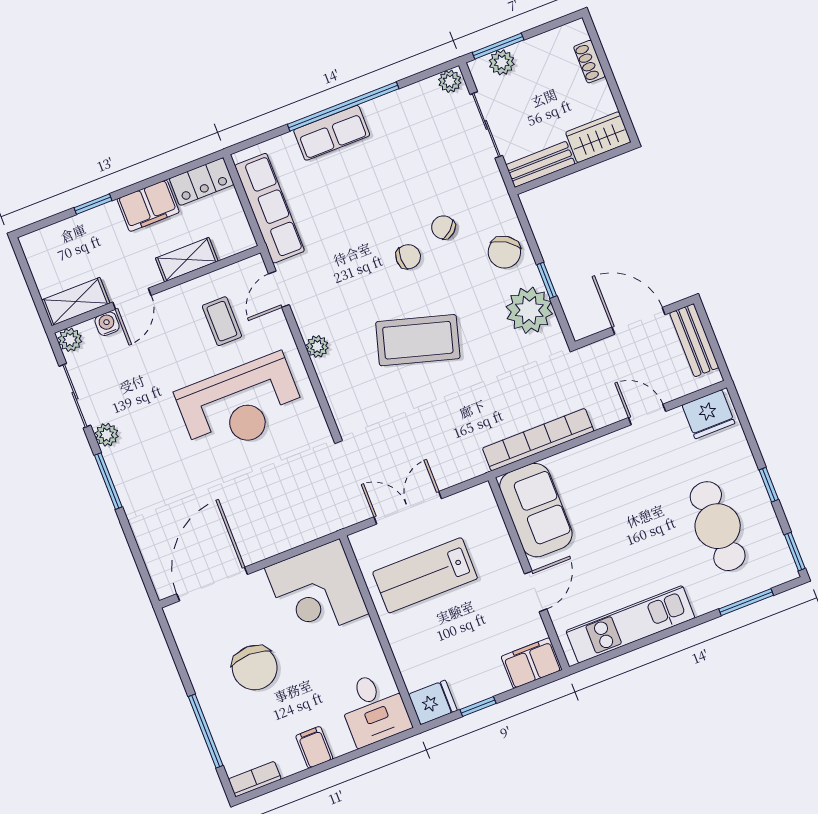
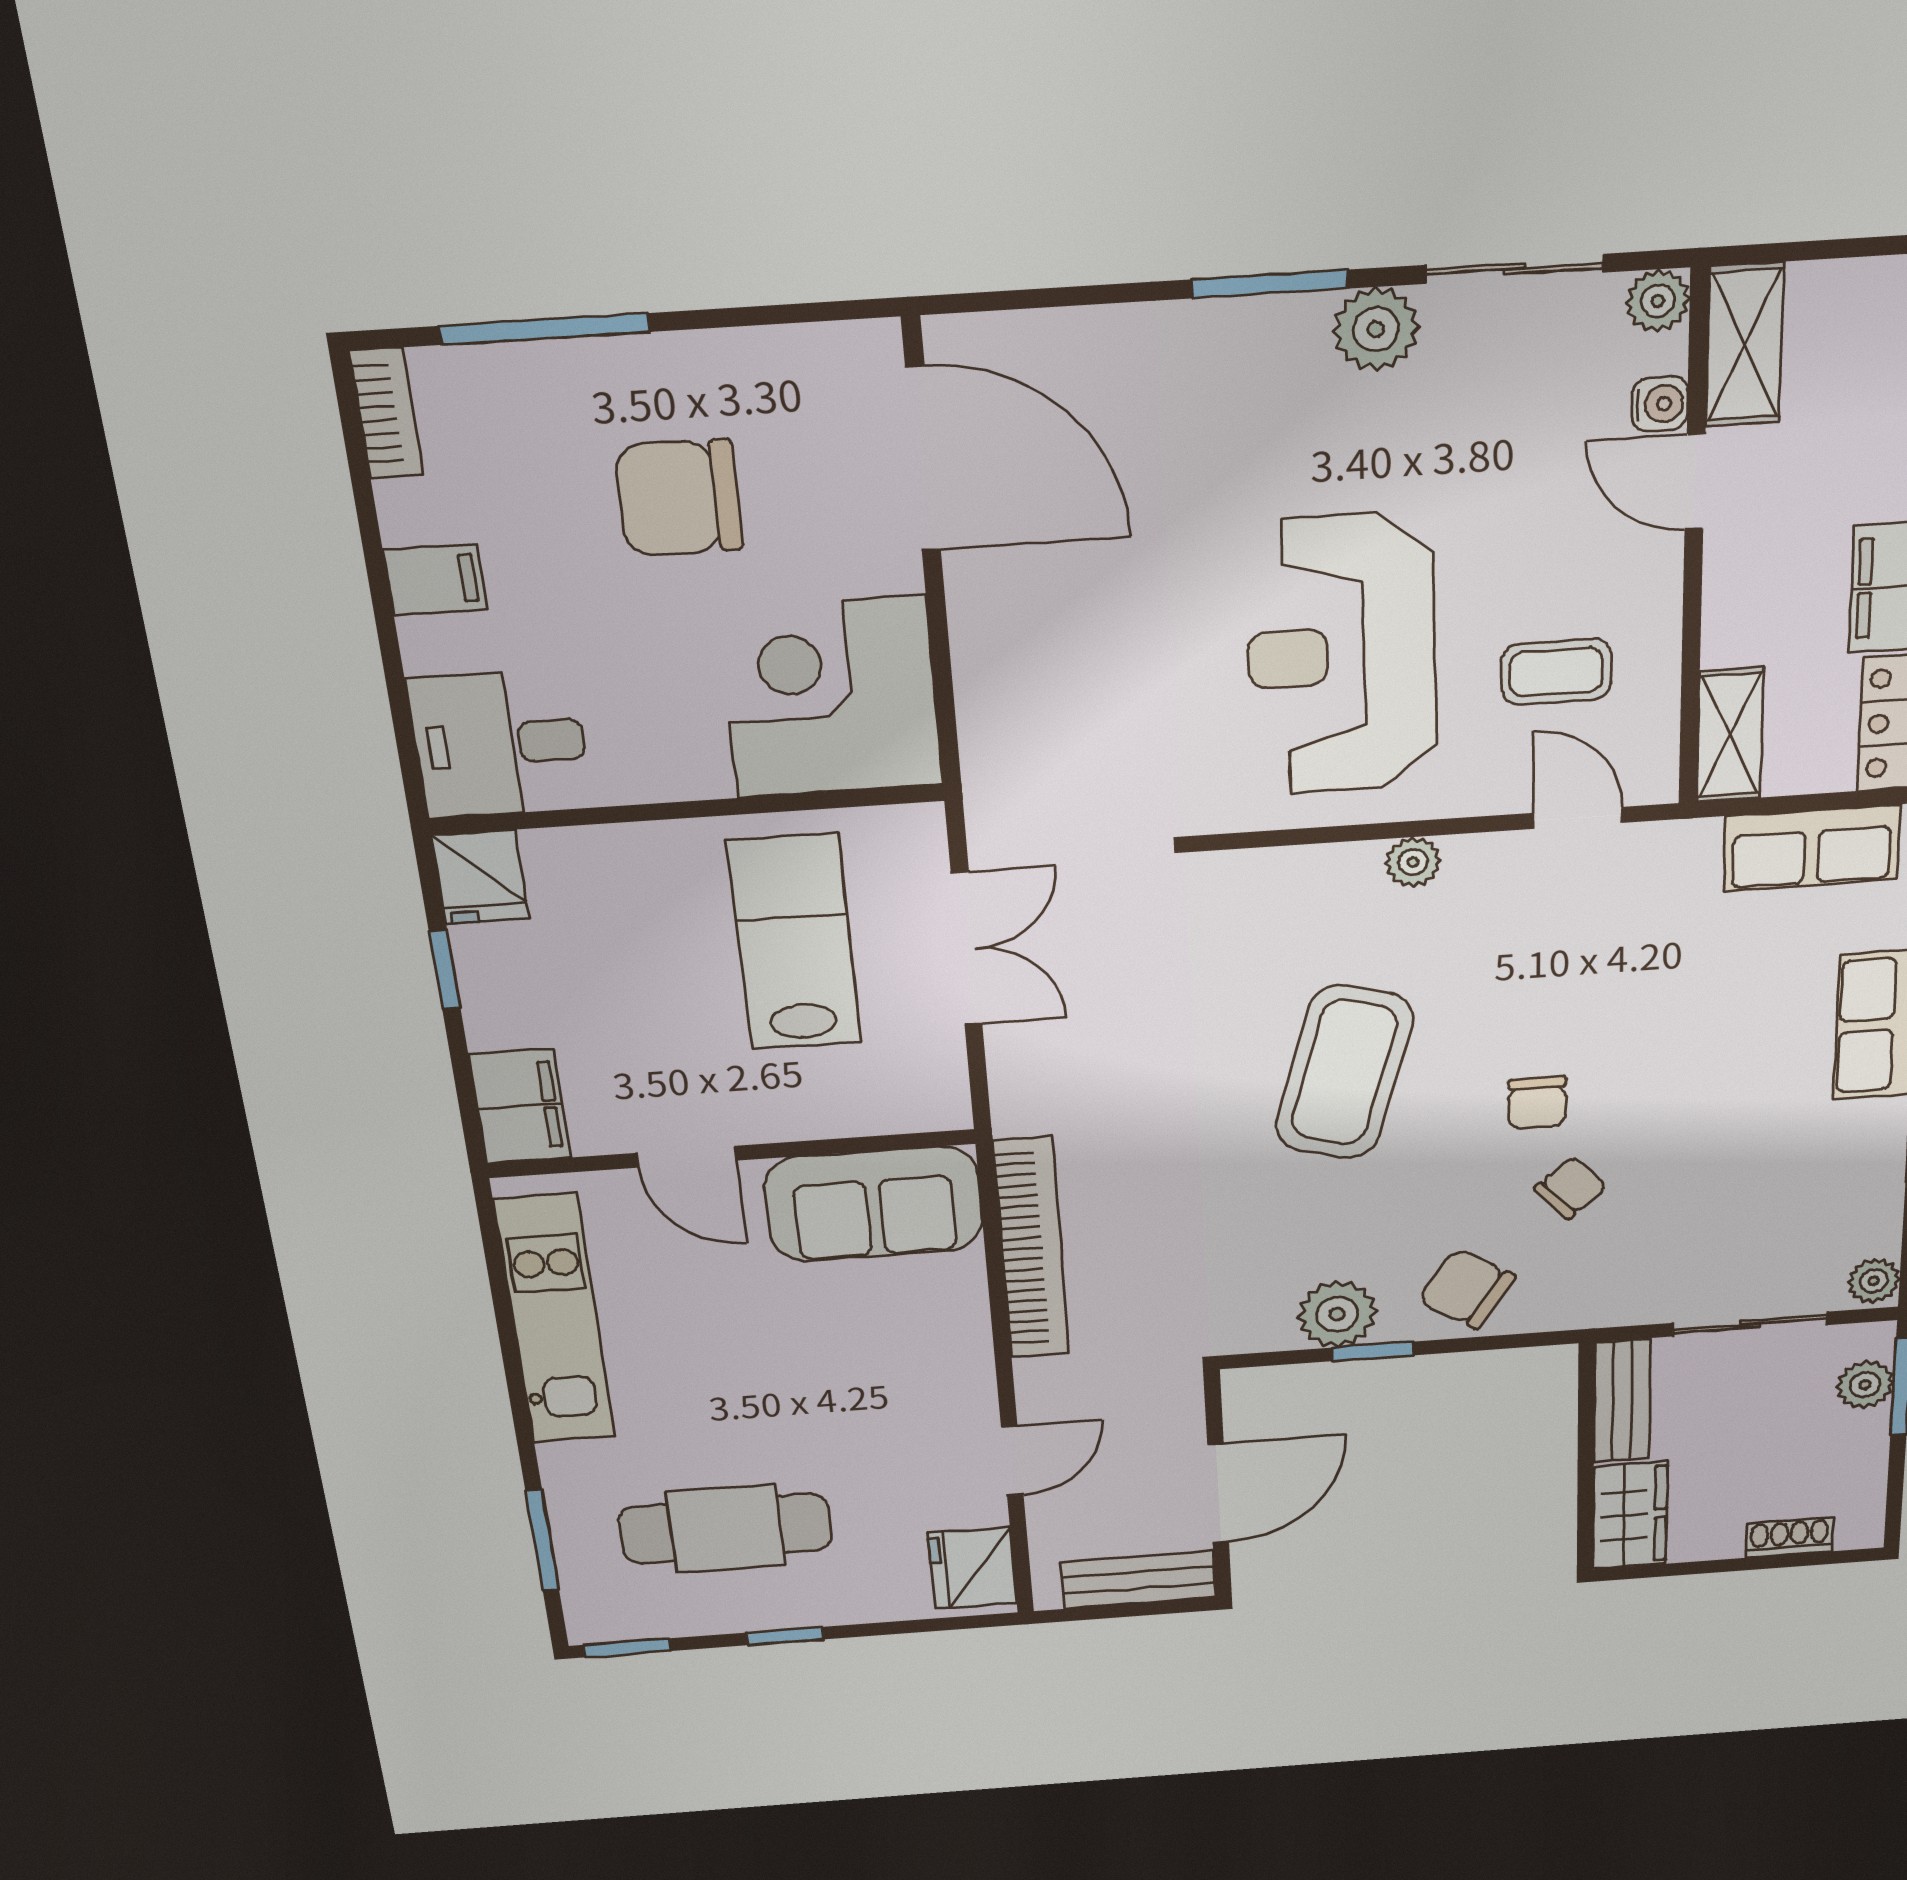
row of seats: (270, 208) -> (1812, 848), width x0.68
shelving: (187, 260) -> (1730, 735), moved
plant: (529, 310) -> (1337, 1314), width x0.73, depth x0.73
plant: (107, 435) -> (1376, 329), width x1.38, depth x1.38

